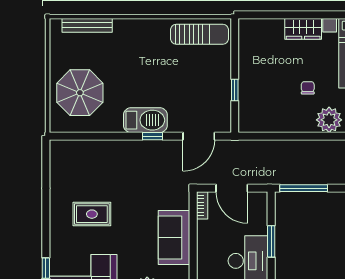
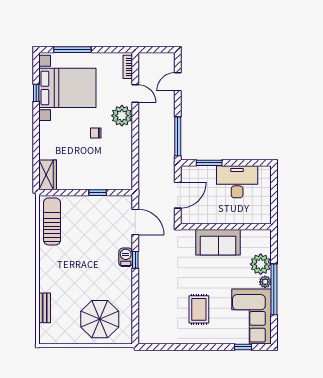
bench: (87, 25) -> (45, 308), width x0.73
wardrobe: (303, 29) -> (48, 175), moved
barbecue: (145, 120) -> (126, 257), width x0.53, depth x0.65
bookcase: (202, 205) -> (192, 219), removed
window: (271, 241) -> (209, 163), moved

